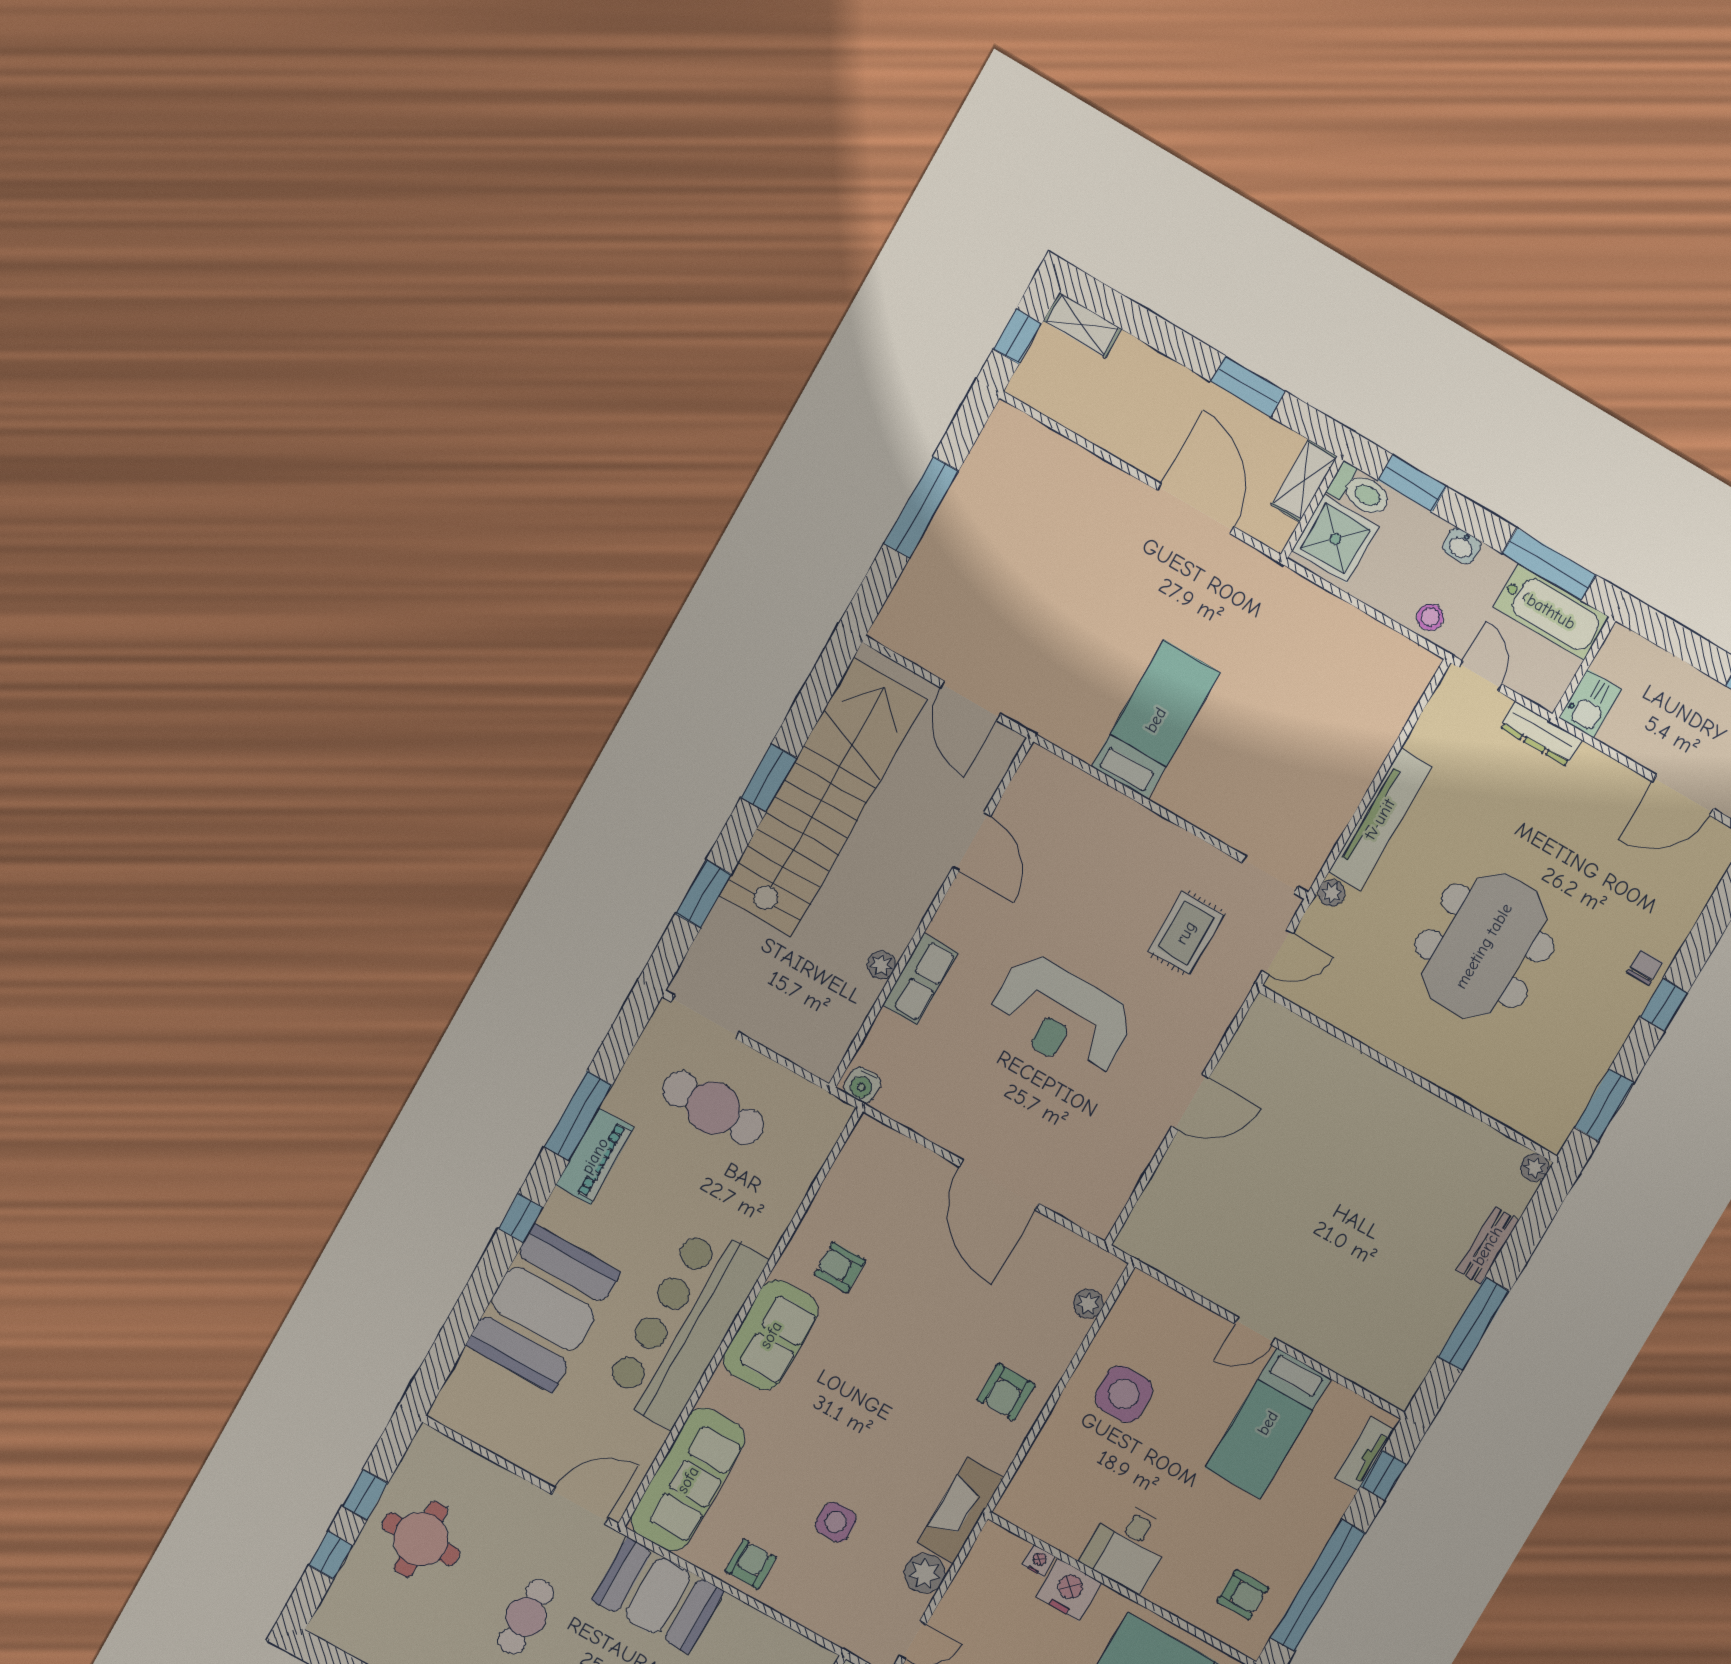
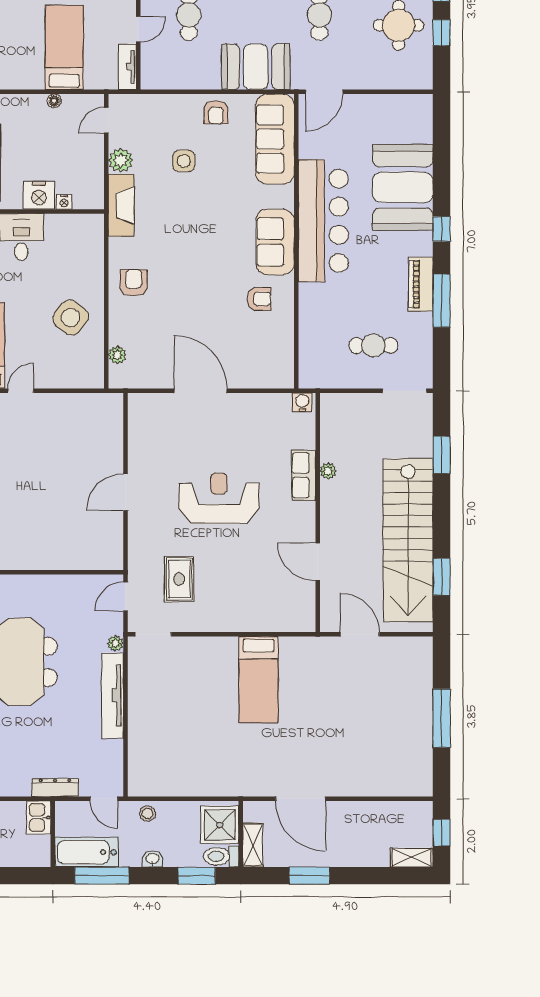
window: (769, 778) -> (442, 577), moved
cafe table: (713, 1108) -> (373, 345), width x0.73, depth x0.74
side table: (1124, 1394) -> (71, 318), turned 37

